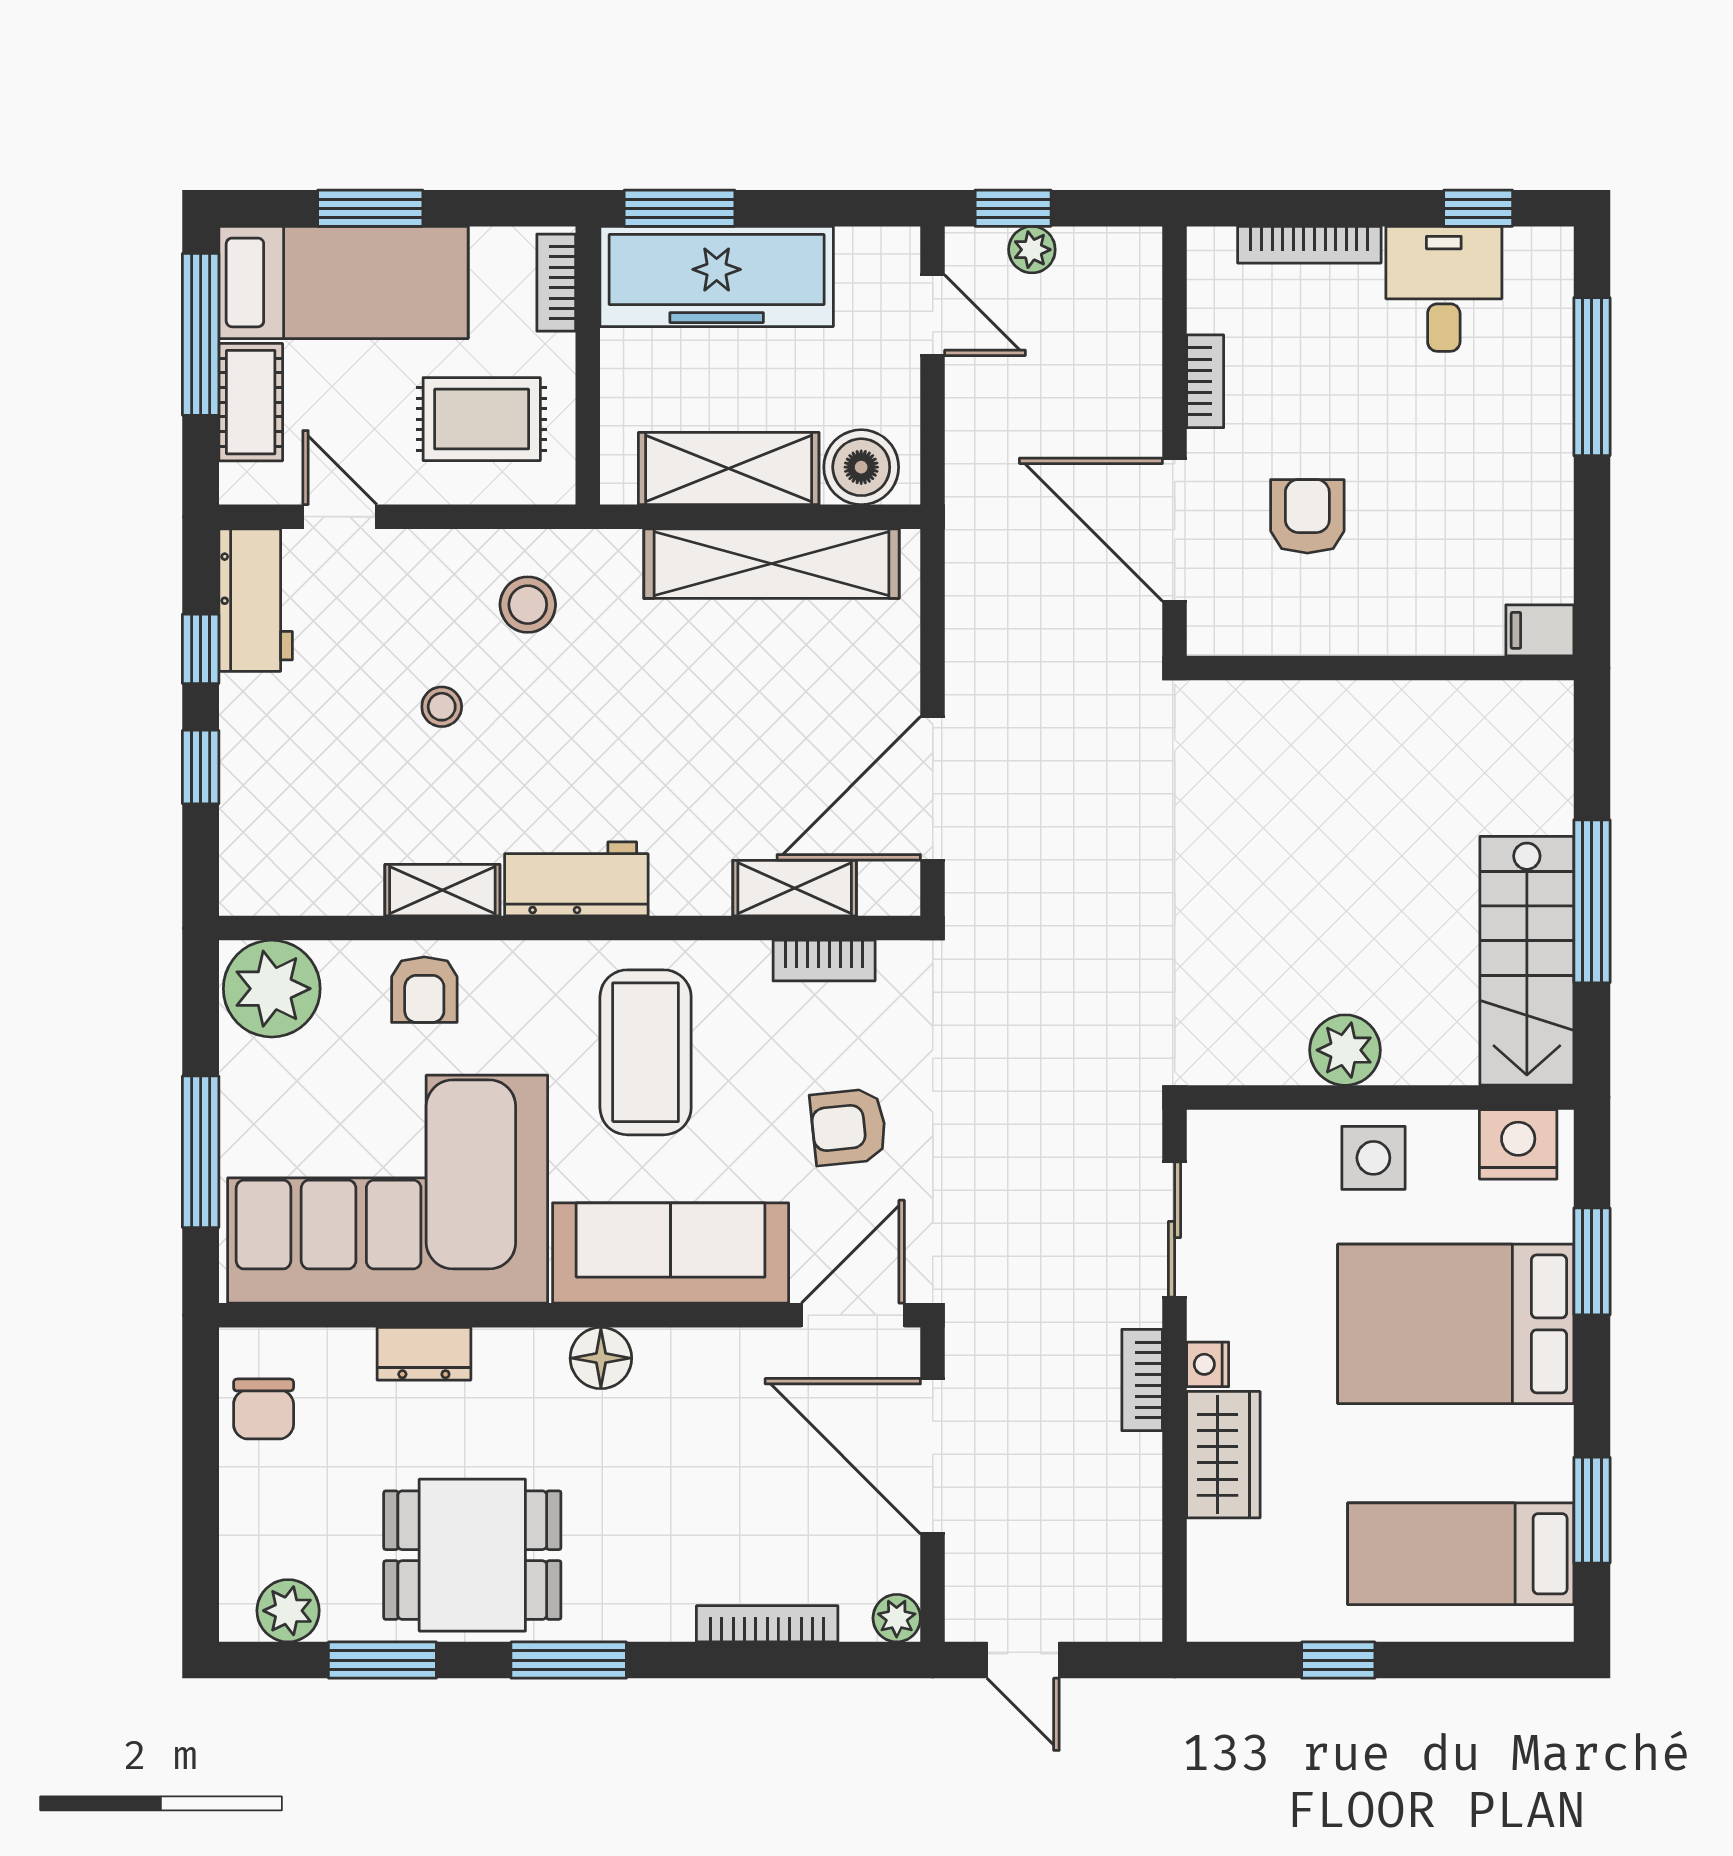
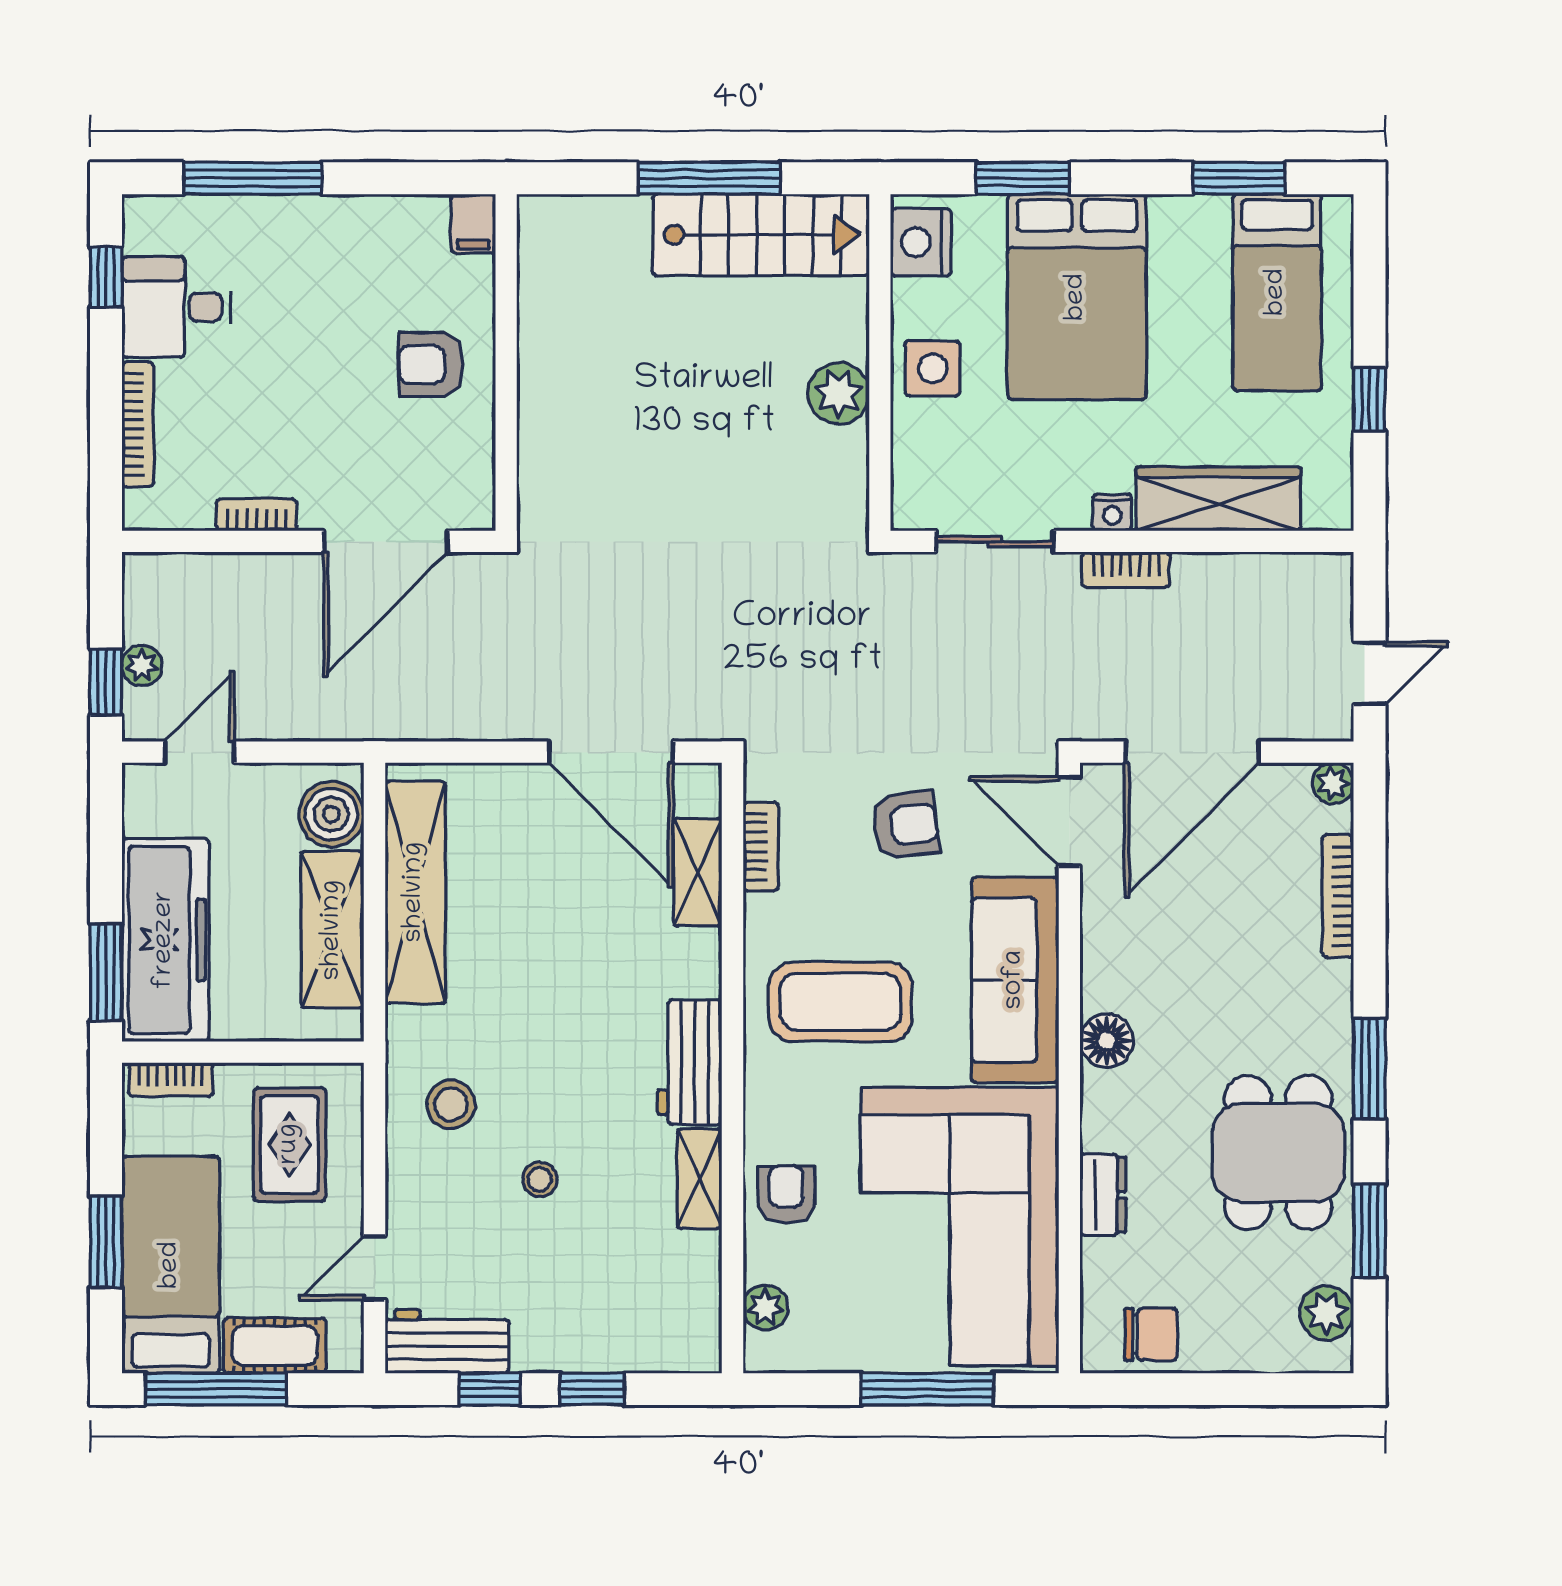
armchair: (1307, 516) -> (431, 364), moved
plant: (272, 989) -> (765, 1308), width x0.53, depth x0.53
armchair: (424, 990) -> (786, 1194), turned -90
armchair: (849, 1127) -> (906, 825), turned -91
wardrobe: (1223, 1455) -> (1218, 499), width x1.50

